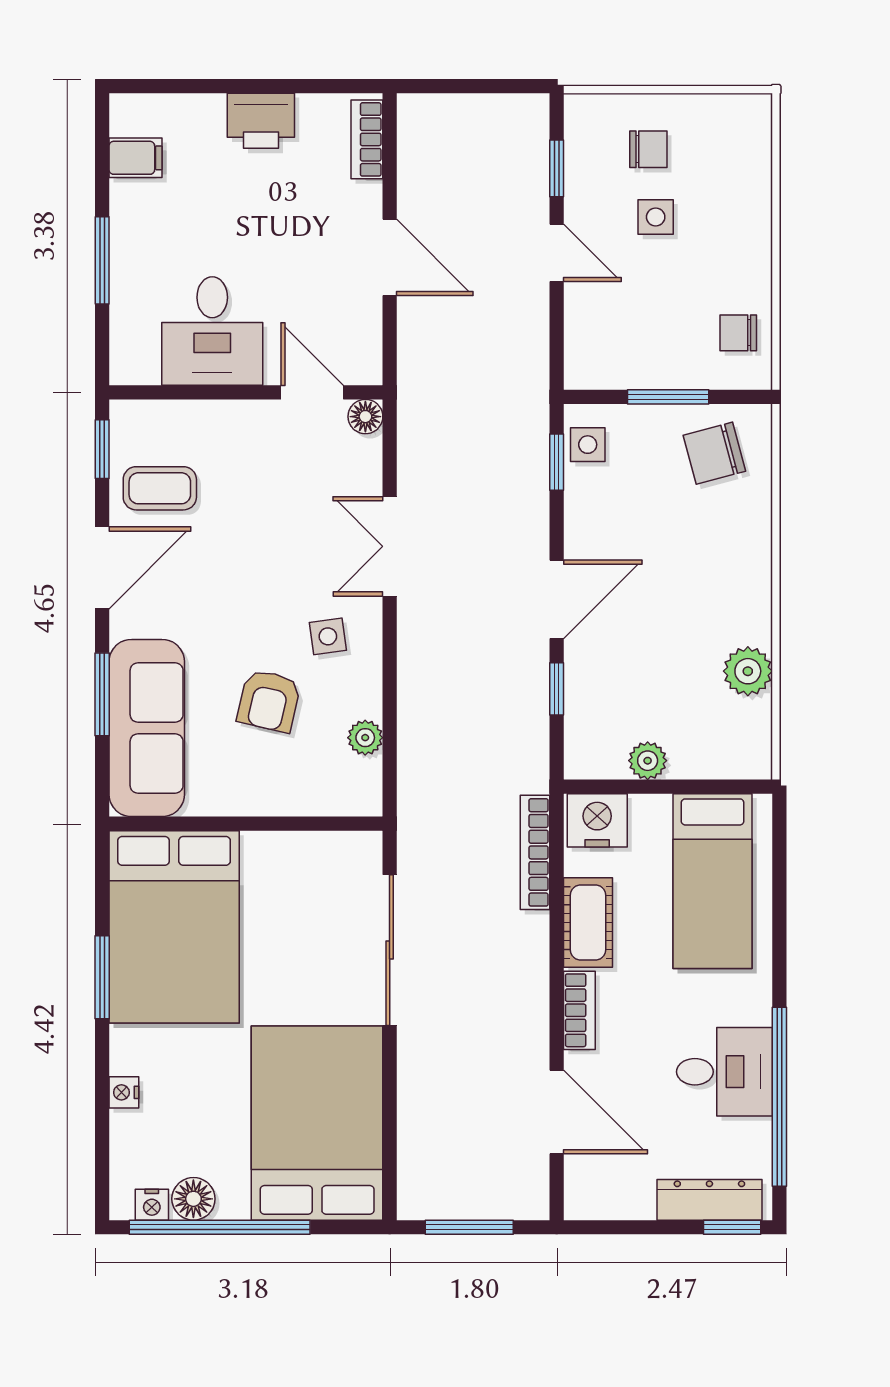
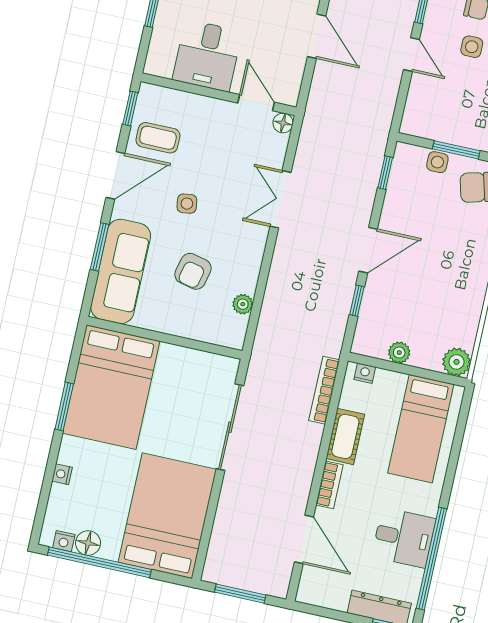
side table: (588, 445) -> (437, 162), moved
side table: (328, 636) -> (187, 204), moved
plant: (748, 671) -> (456, 362), moved
nightstand: (597, 820) -> (365, 373), width x0.53, depth x0.56

